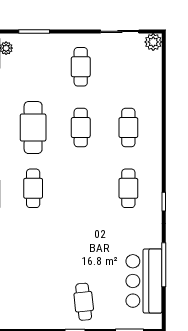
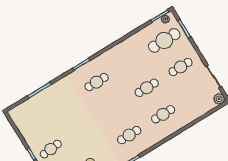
cafe table: (33, 128) -> (164, 40), moved

